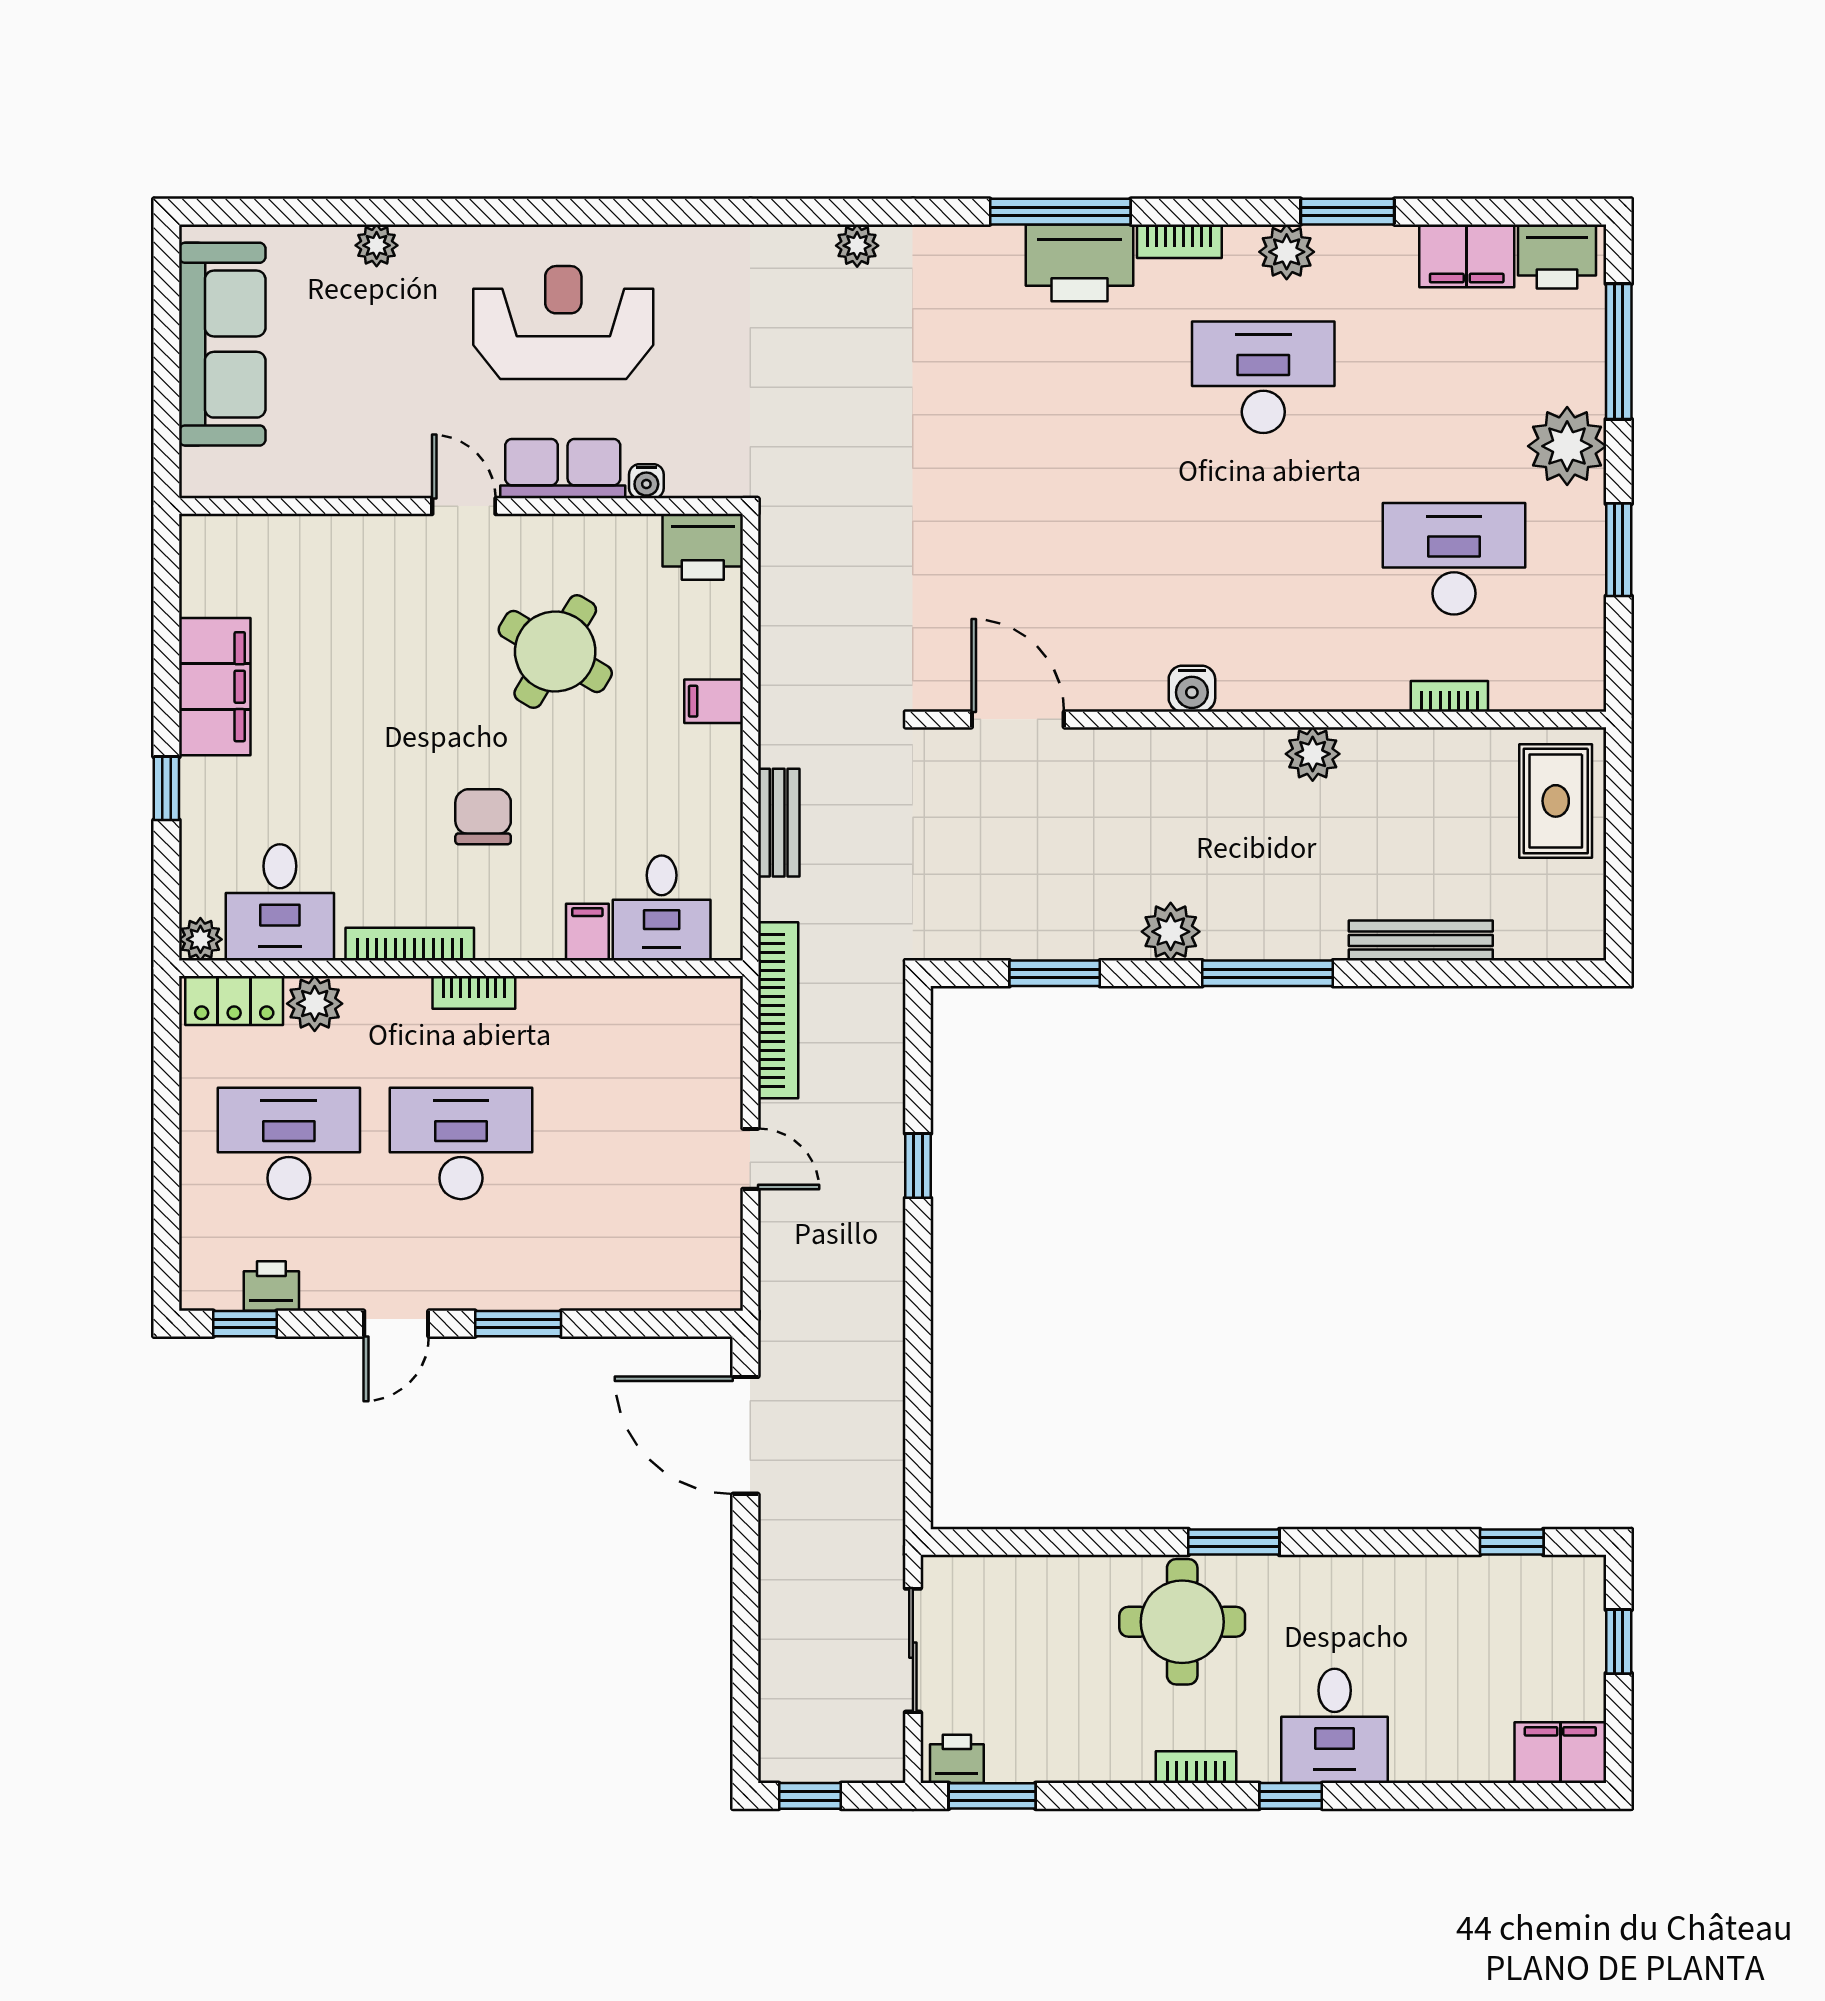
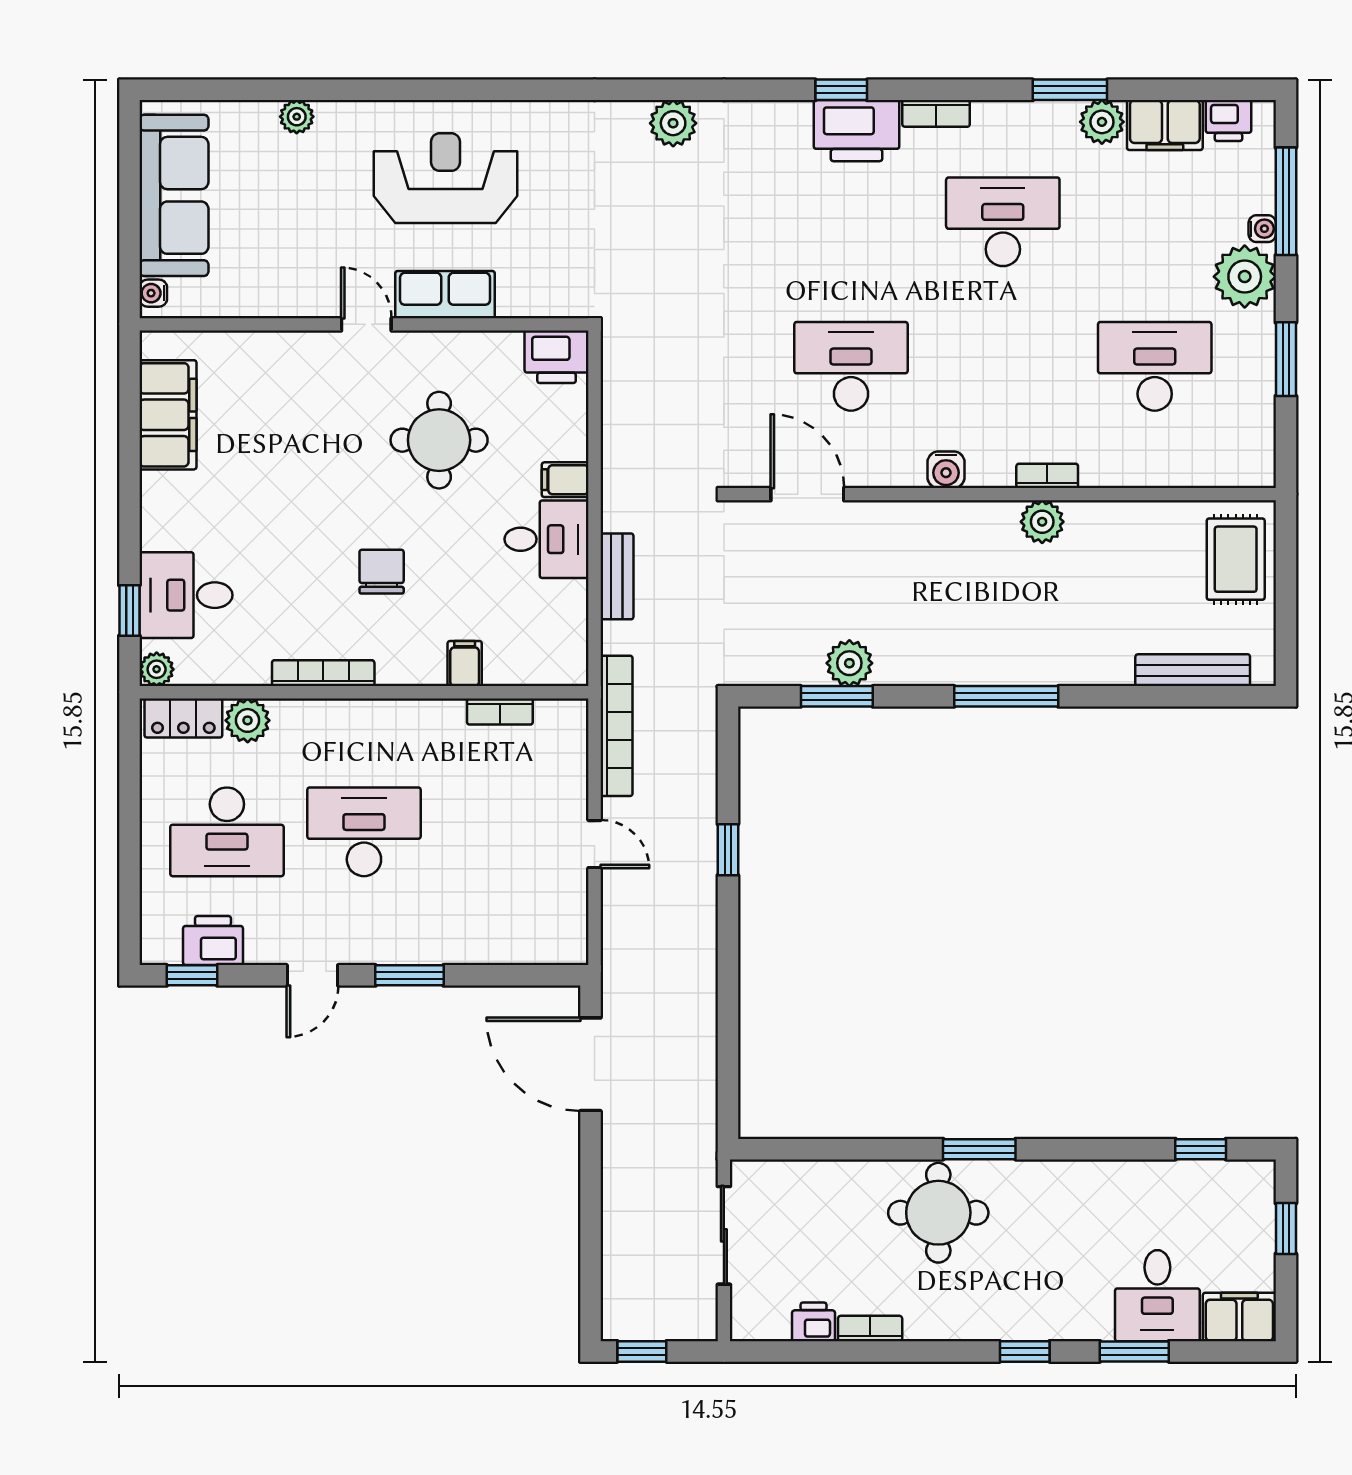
window: (1060, 212) -> (841, 90), width x0.46
plant: (857, 246) -> (673, 123), width x1.38, depth x1.38
plant: (1287, 252) -> (1102, 122), moved
printer: (1557, 256) -> (1228, 121), width x0.73, depth x0.81
water cooler: (1589, 386) -> (1262, 229), added
water cooler: (646, 481) -> (153, 293), moved, turned 90
desk: (1073, 559) -> (851, 366), added
round table: (555, 652) -> (439, 440), turned -31
filing cabinet: (215, 687) -> (168, 415), moved
bookcase: (1449, 696) -> (1047, 476), moved
window: (166, 788) -> (129, 611), moved
desk: (280, 902) -> (186, 595), moved, turned 90
desk: (662, 908) -> (546, 539), moved, turned -90
plant: (1171, 932) -> (849, 663), moved
bench: (1421, 940) -> (1193, 670), moved
bookcase: (474, 992) -> (500, 712), moved
desk: (289, 1143) -> (227, 832), turned 180
printer: (271, 1286) -> (213, 941), width x1.36, depth x1.24
desk: (1335, 1726) -> (1157, 1296), moved
printer: (957, 1759) -> (814, 1322), moved
bookcase: (1196, 1767) -> (870, 1329), moved
window: (992, 1796) -> (1134, 1351), moved

